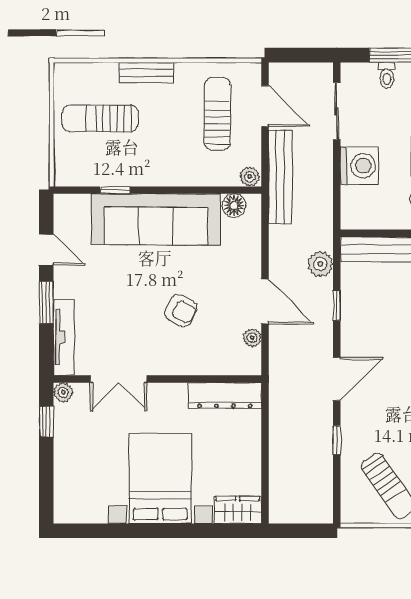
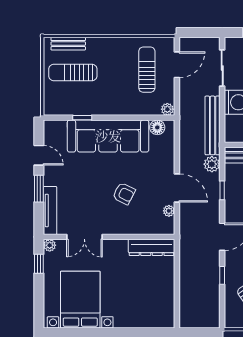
bench: (146, 73) -> (68, 44), moved
door: (265, 106) -> (177, 65), hinge flipped
bench: (280, 177) -> (213, 125), moved
bed with nightstands: (160, 478) -> (80, 300), moved
wardrobe: (238, 510) -> (160, 319), removed

